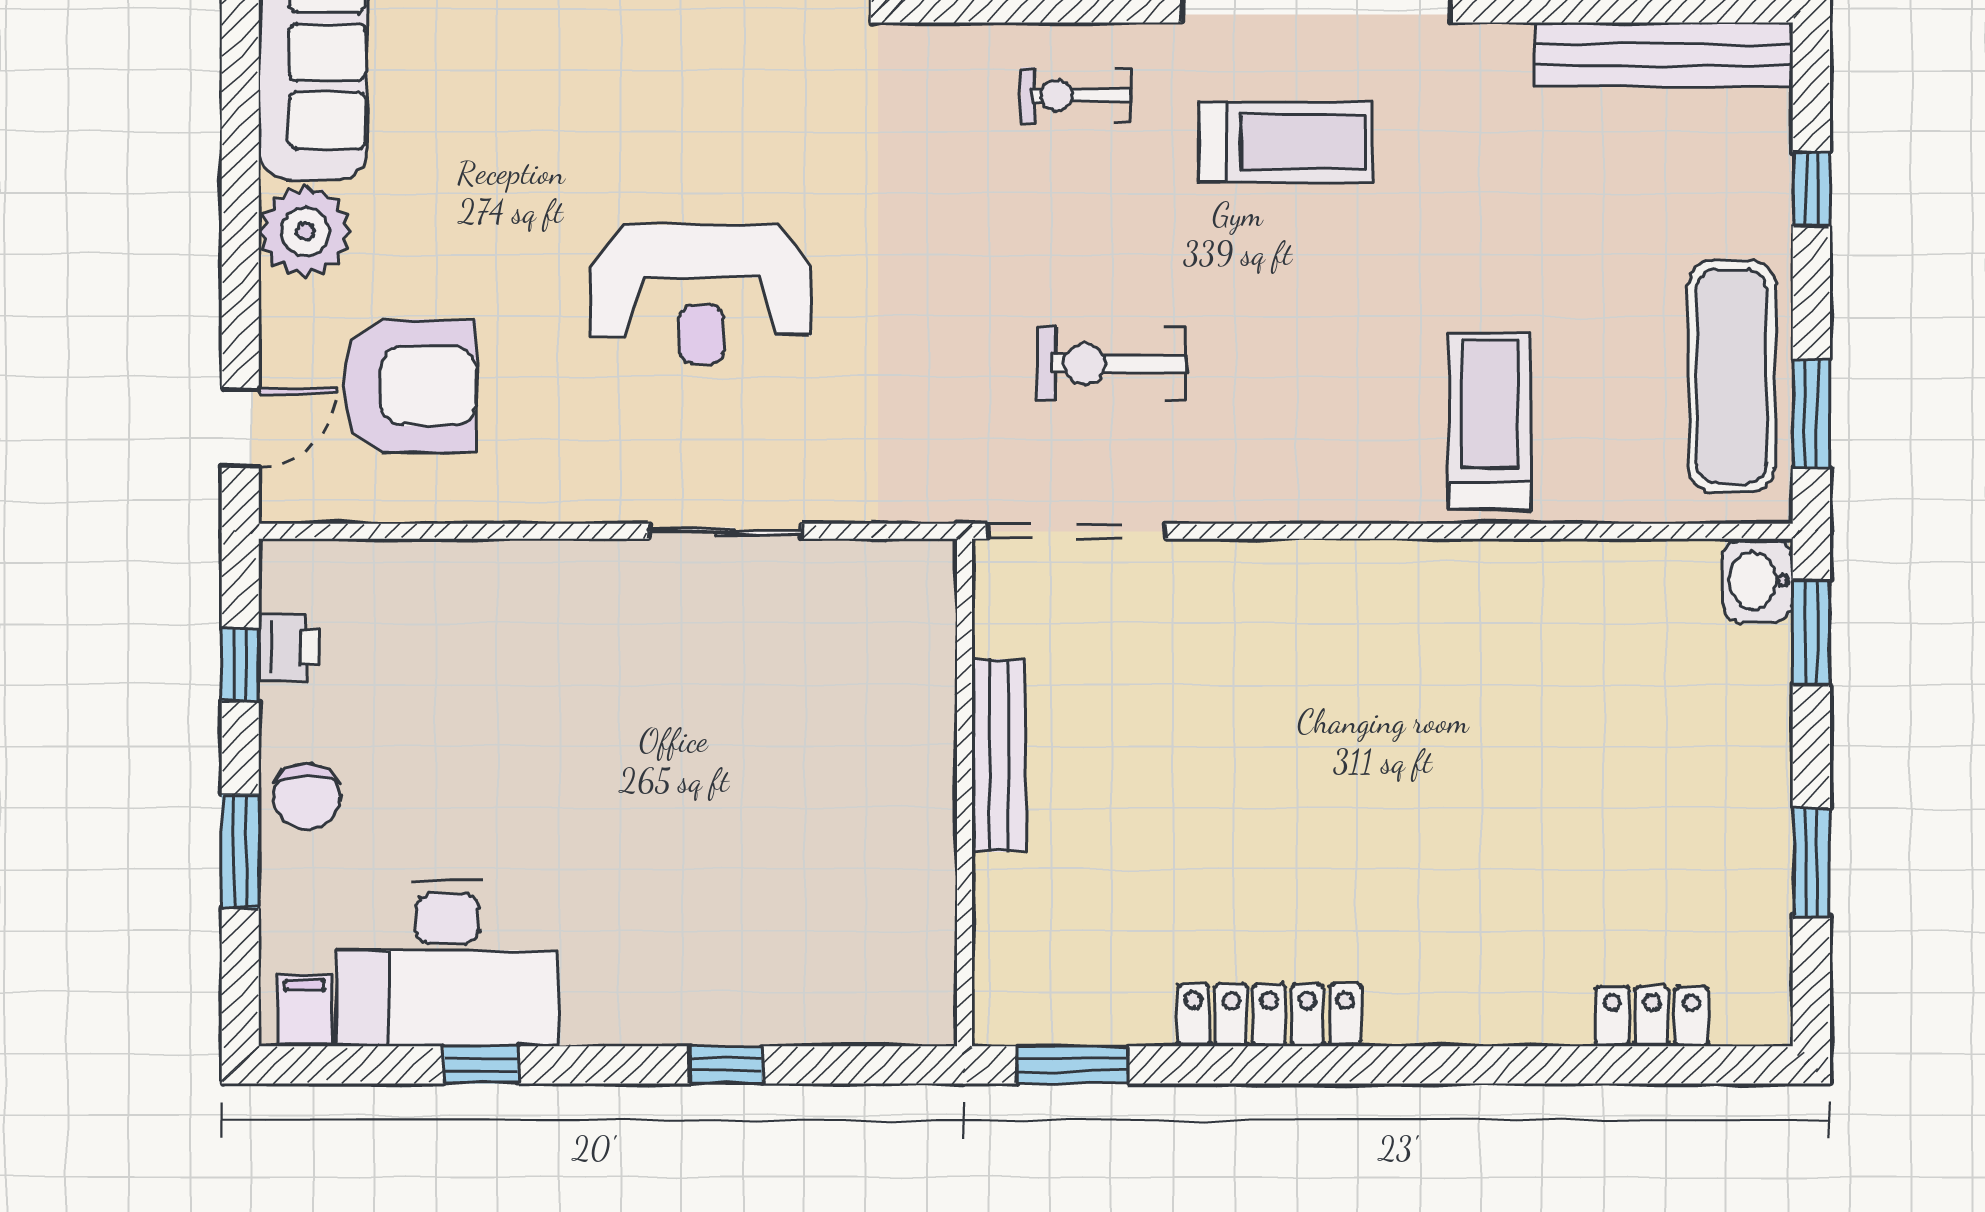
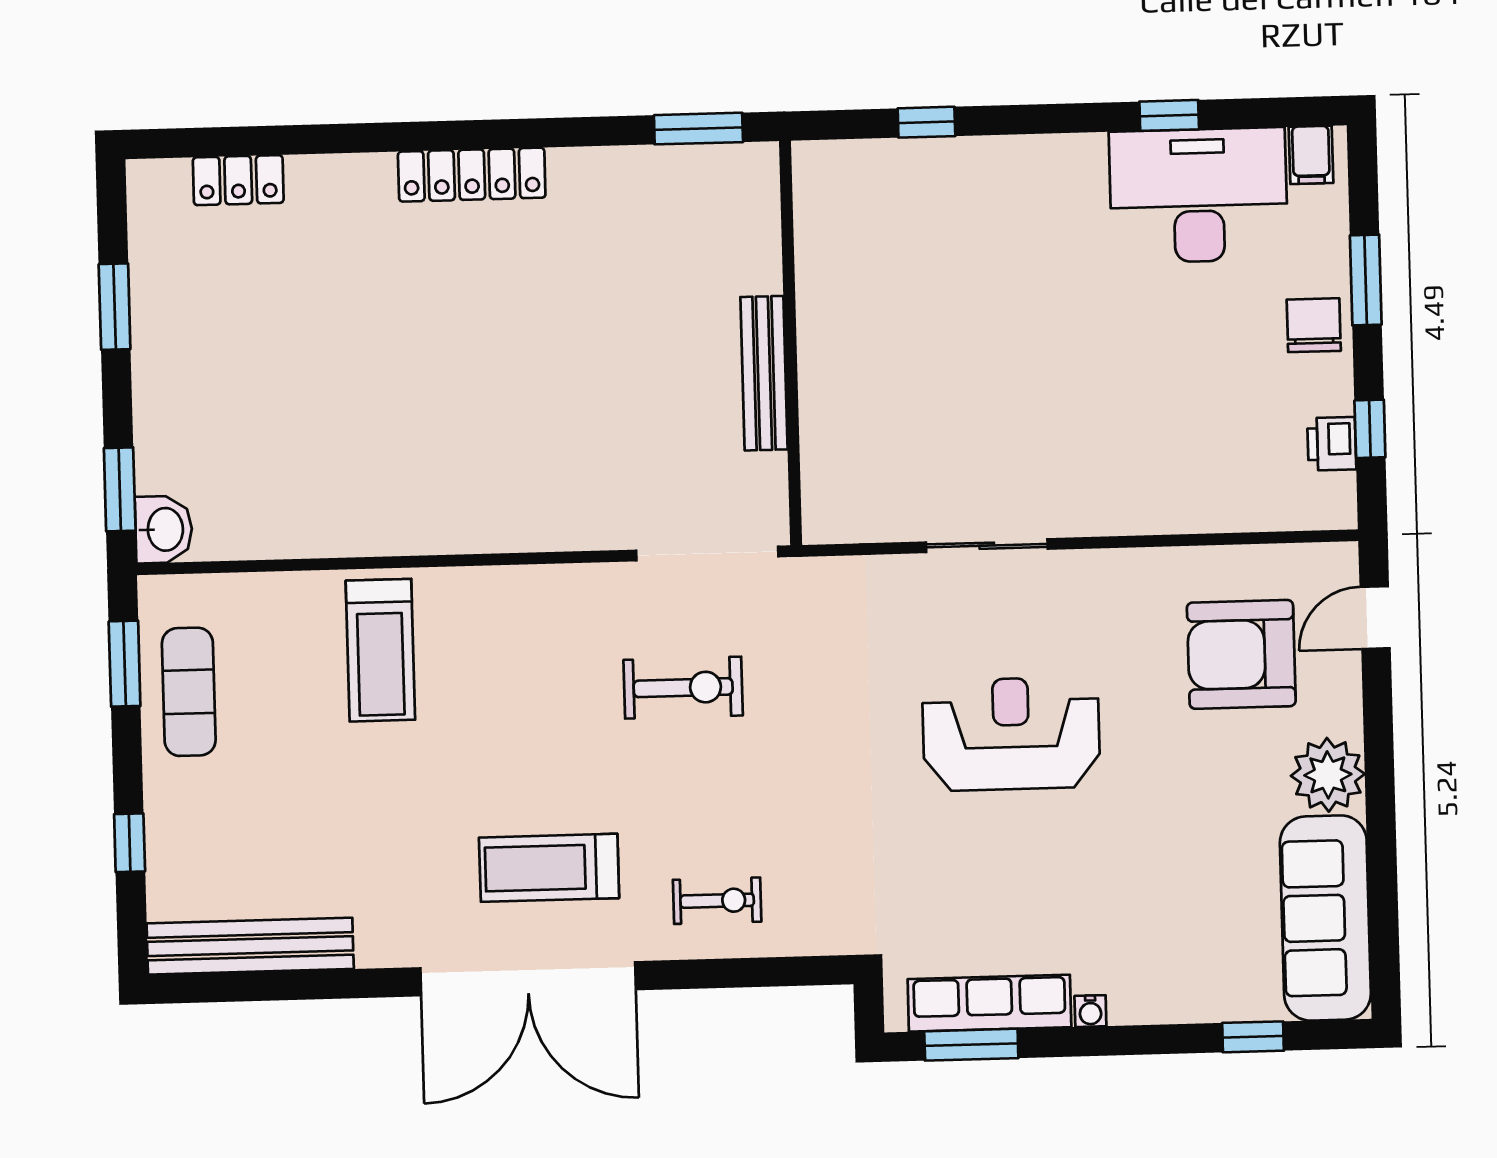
exercise mat: (1732, 376) -> (189, 692), width x0.73, depth x0.69
locker: (1269, 1015) -> (472, 175), moved
window: (726, 1065) -> (926, 122), moved

